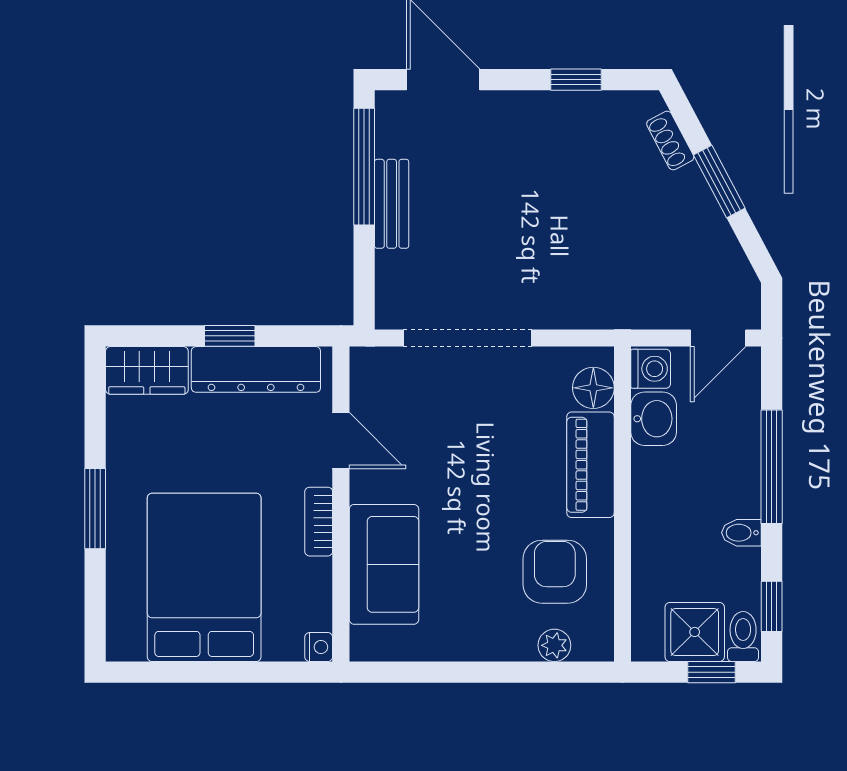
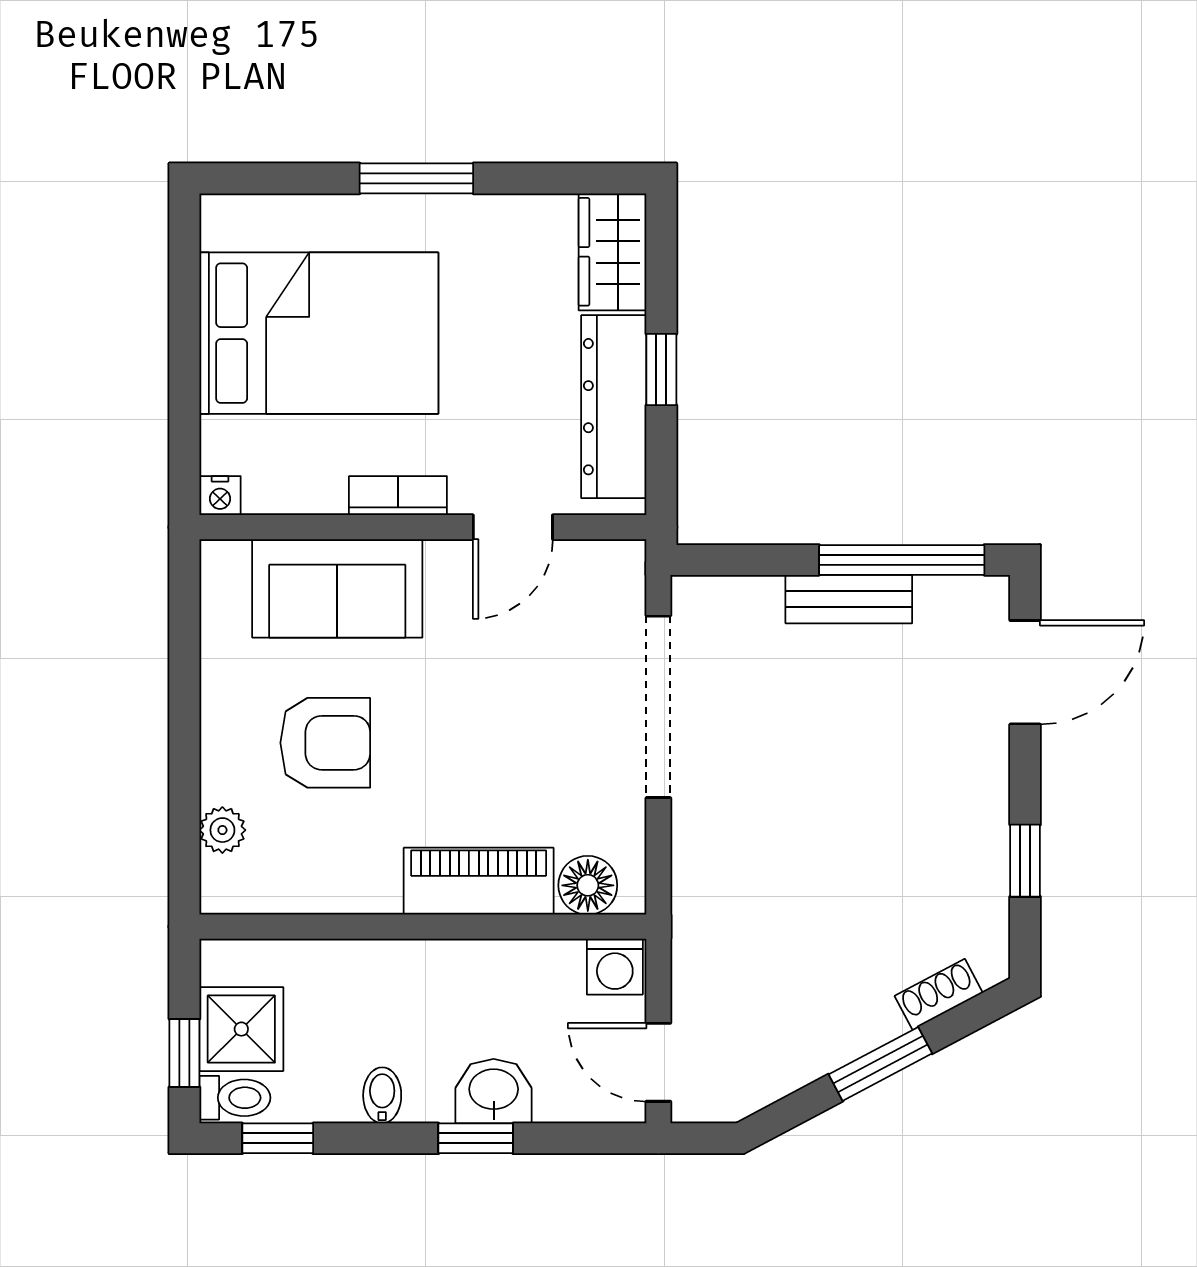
washbasin: (654, 419) -> (494, 1091), moved, turned 180
window: (772, 467) -> (476, 1138), width x0.46
armchair: (555, 572) -> (325, 743), moved

